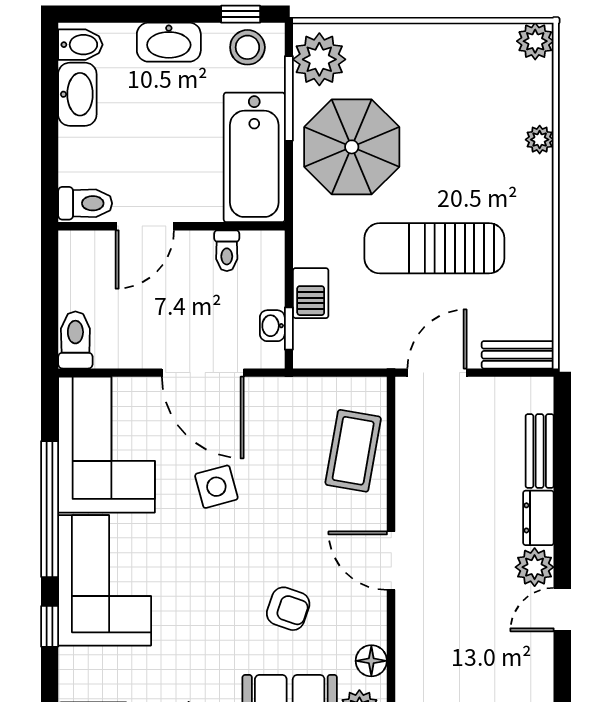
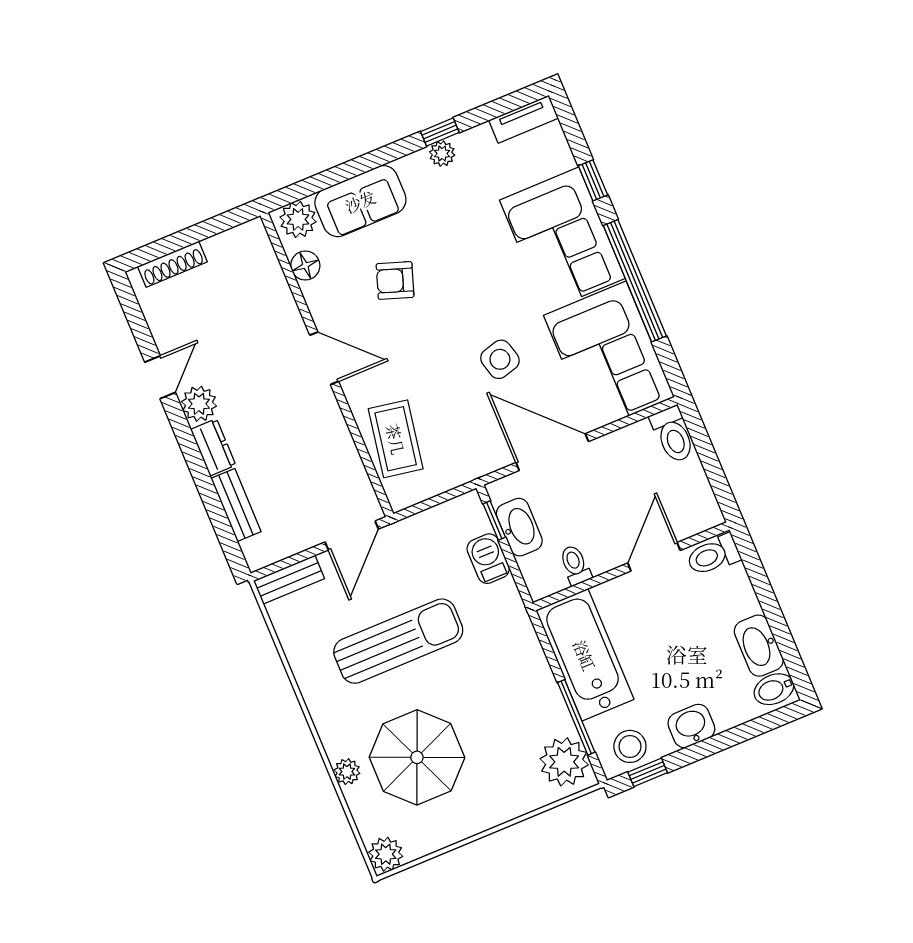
washbasin: (169, 42) -> (691, 726), width x0.72
parasol: (352, 147) -> (417, 757), moved
washbasin: (272, 326) -> (519, 527), width x1.91, depth x1.45

